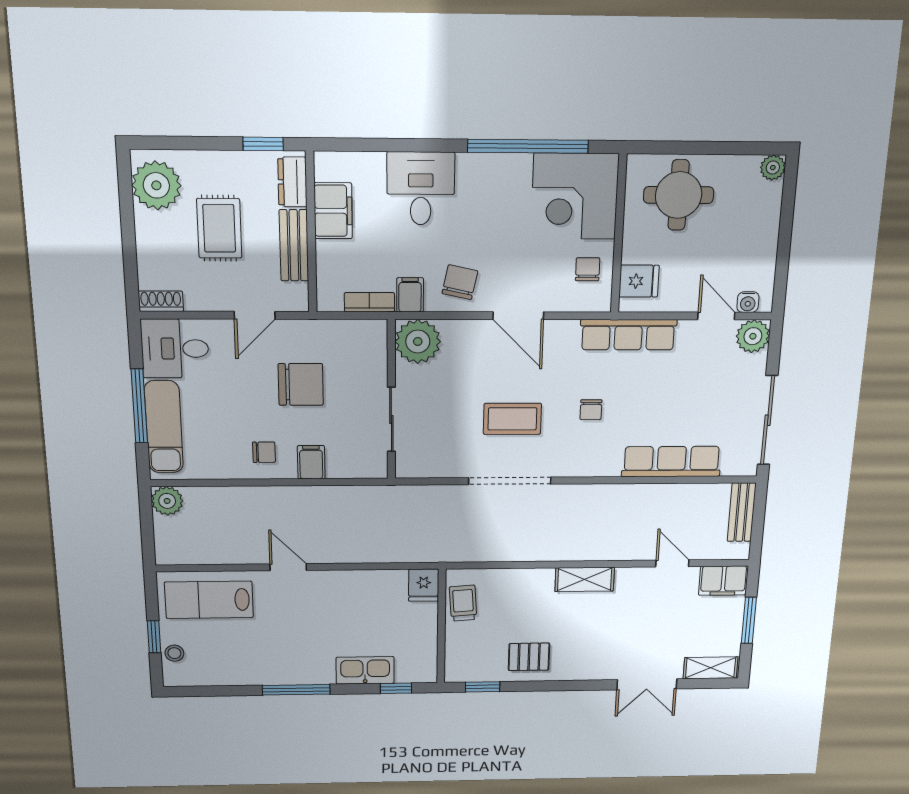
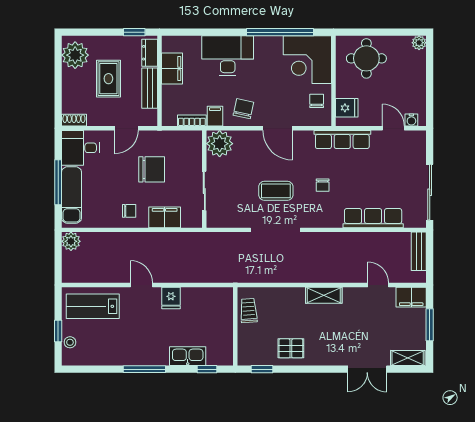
desk: (421, 188) -> (228, 56), width x1.37
plant: (753, 336) -> (416, 140), removed
filing cabinet: (311, 462) -> (165, 217), width x2.00
fridge: (424, 585) -> (171, 298), moved

